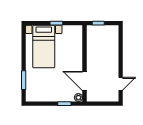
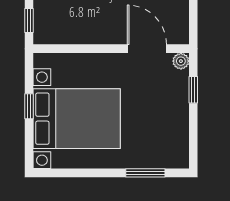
bed with nightstands: (44, 47) -> (77, 119), width x1.36
door: (85, 81) -> (147, 49), swing flipped

